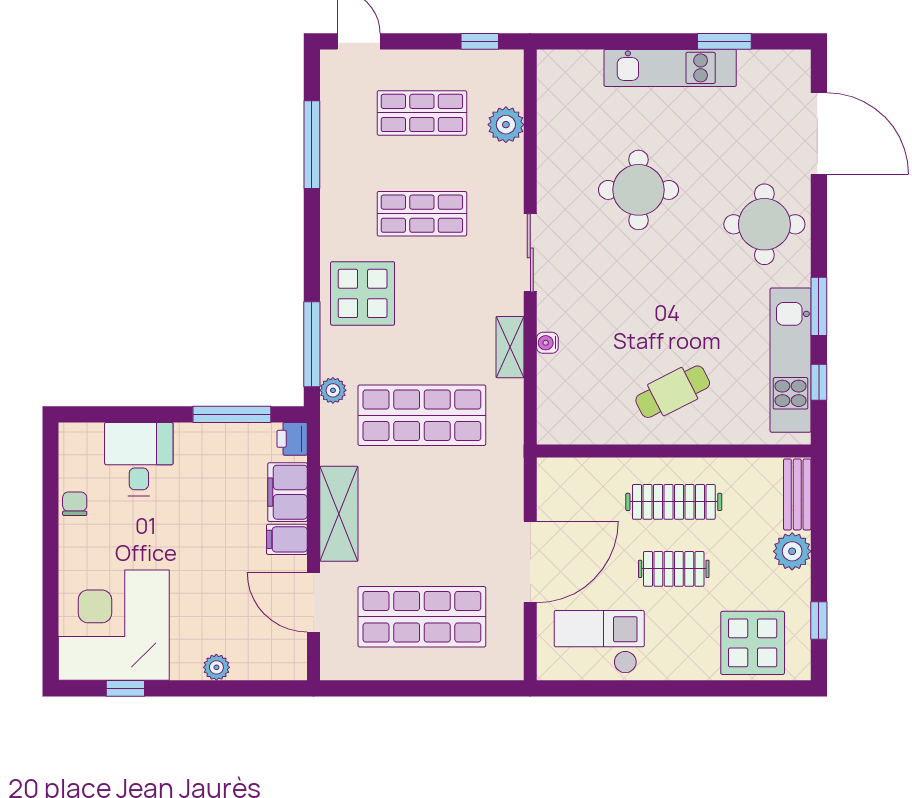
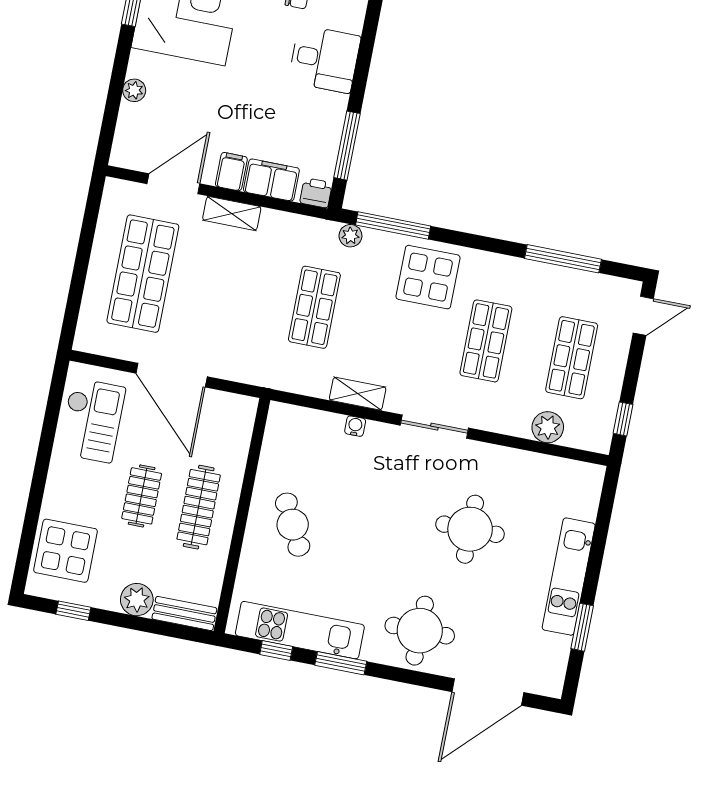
shop shelf: (422, 415) -> (314, 307), width x0.70, depth x0.74
shelving: (339, 514) -> (232, 213), width x0.67, depth x0.75

